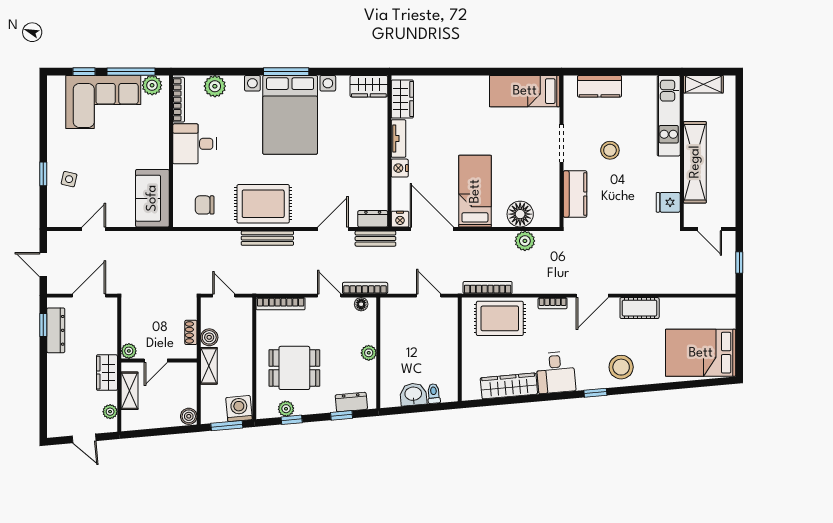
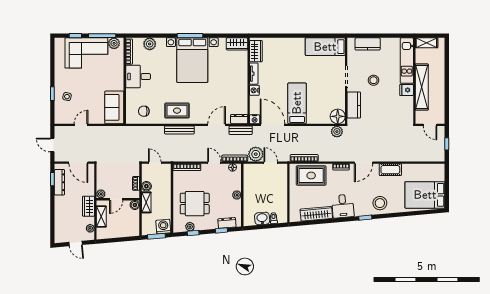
fridge: (668, 202) -> (407, 90), moved
rug: (263, 204) -> (177, 111), width x0.73, depth x0.70
floor lamp: (520, 214) -> (338, 116), moved
plant: (525, 241) -> (337, 132), moved
plant: (402, 281) -> (256, 154), added
door: (89, 296) -> (78, 163), swing flipped
boiler: (189, 416) -> (135, 205), moved

